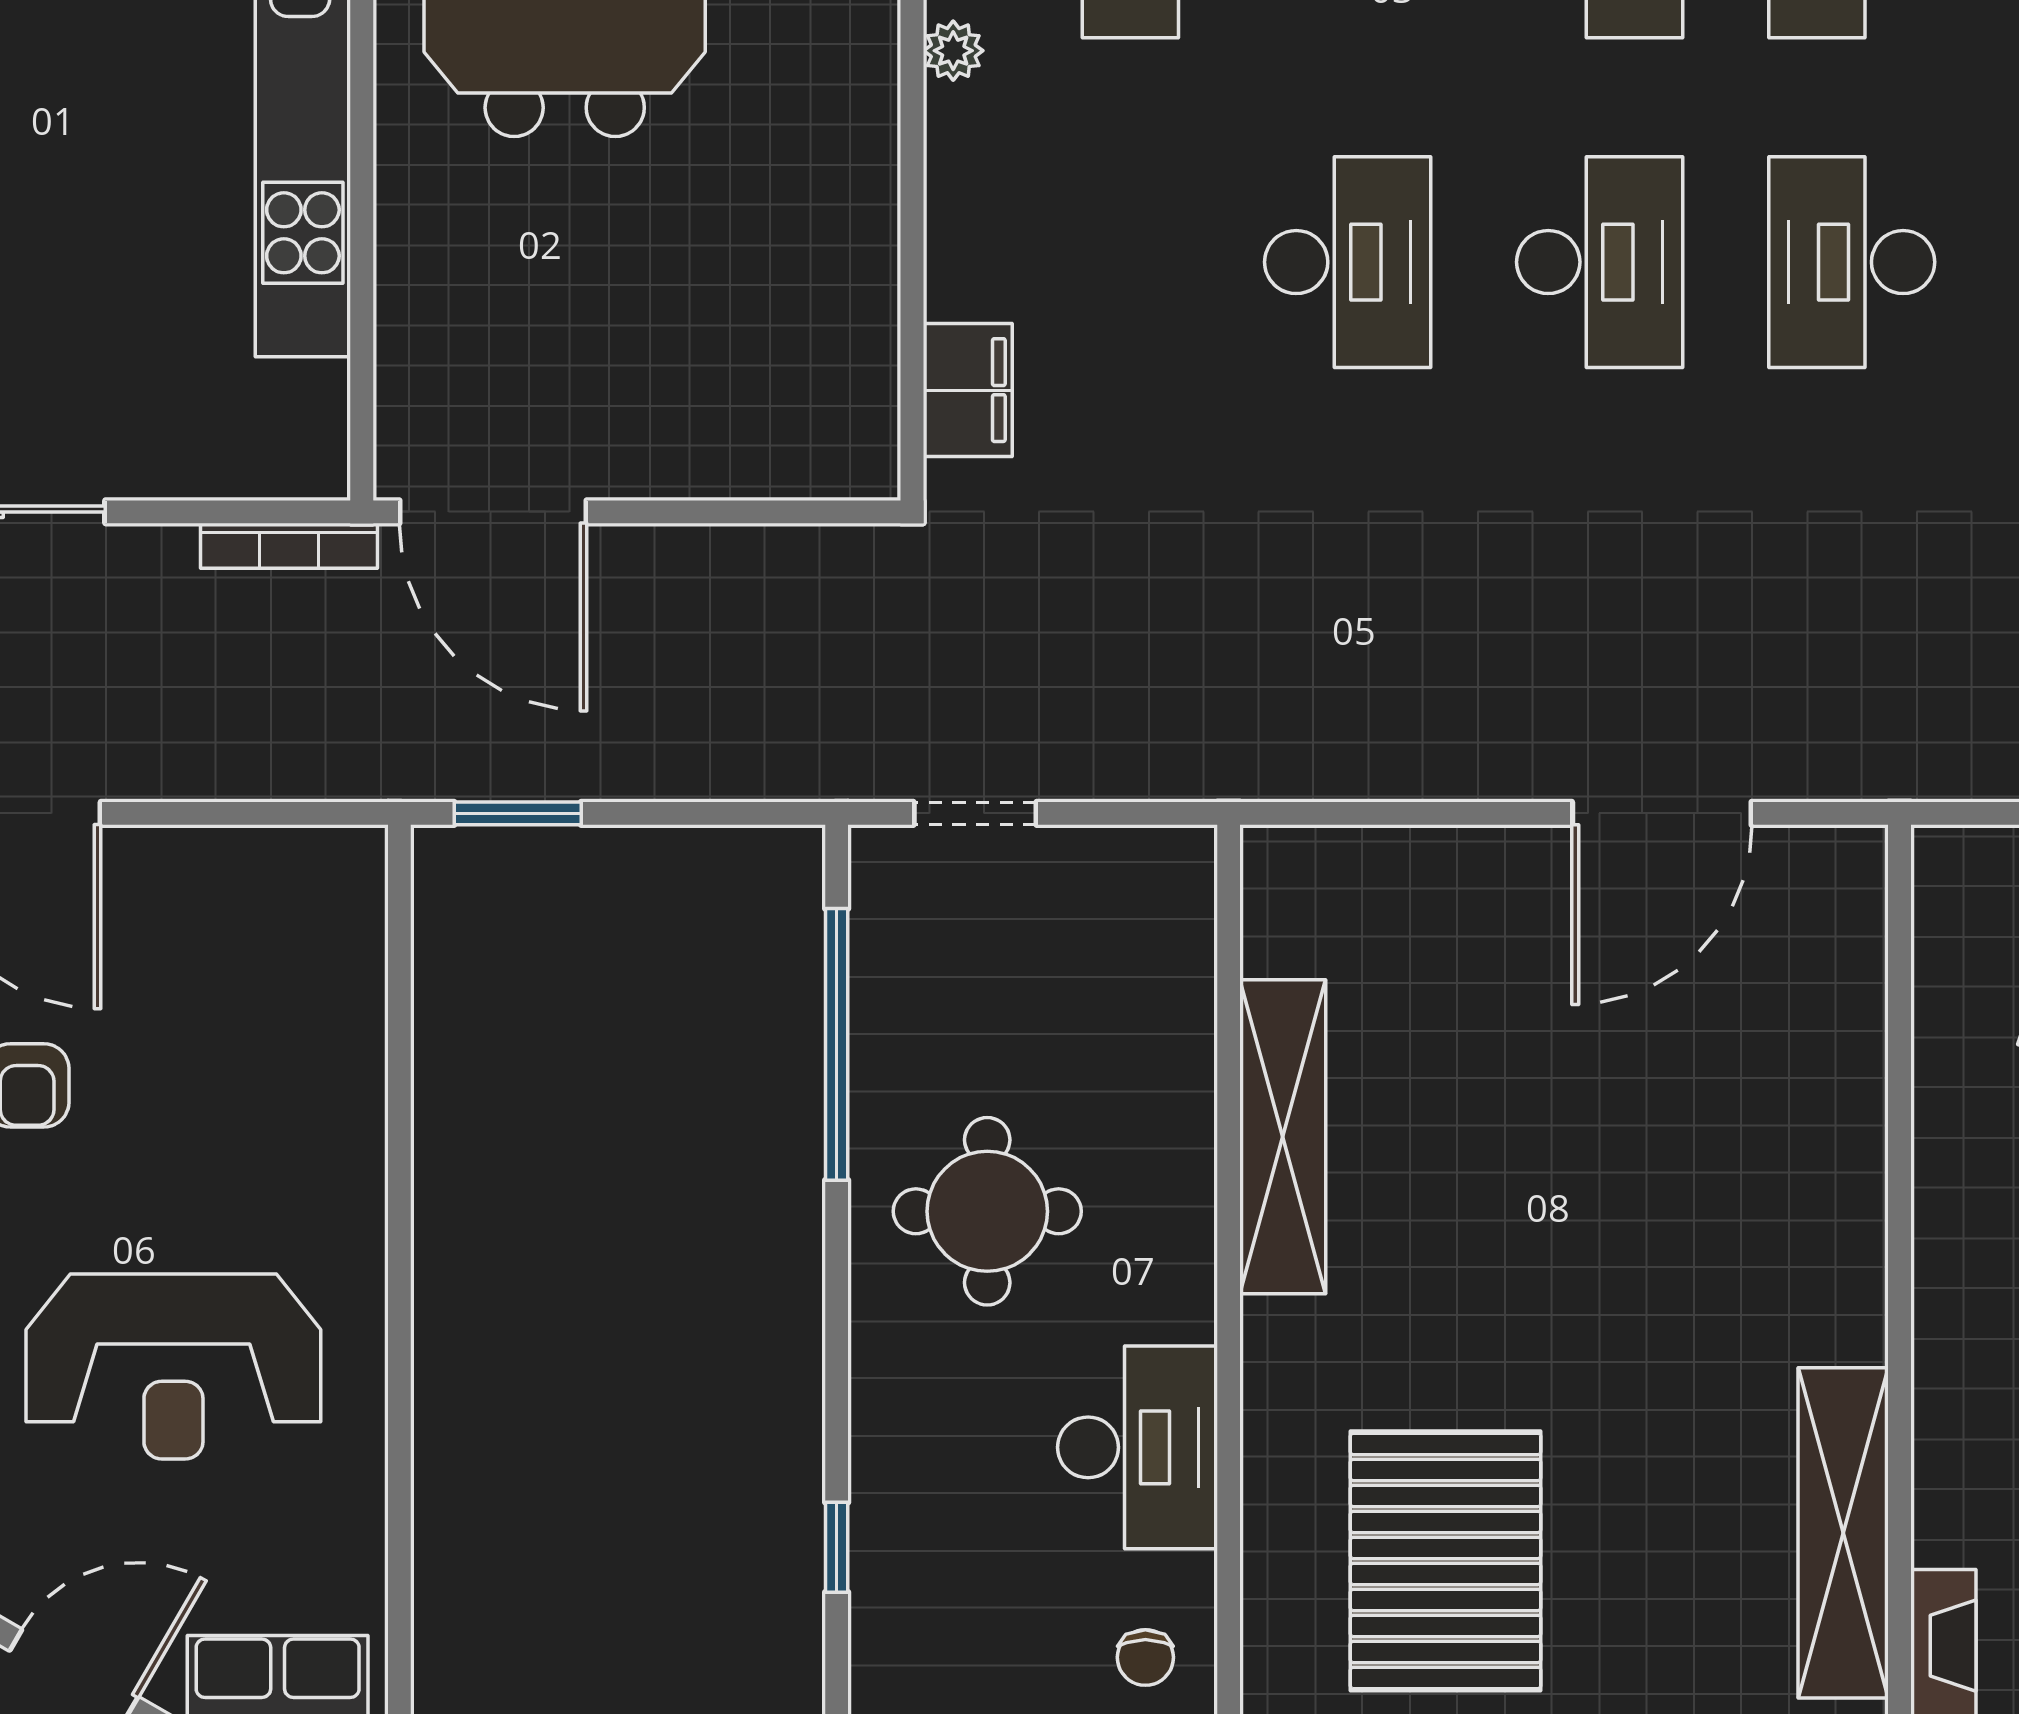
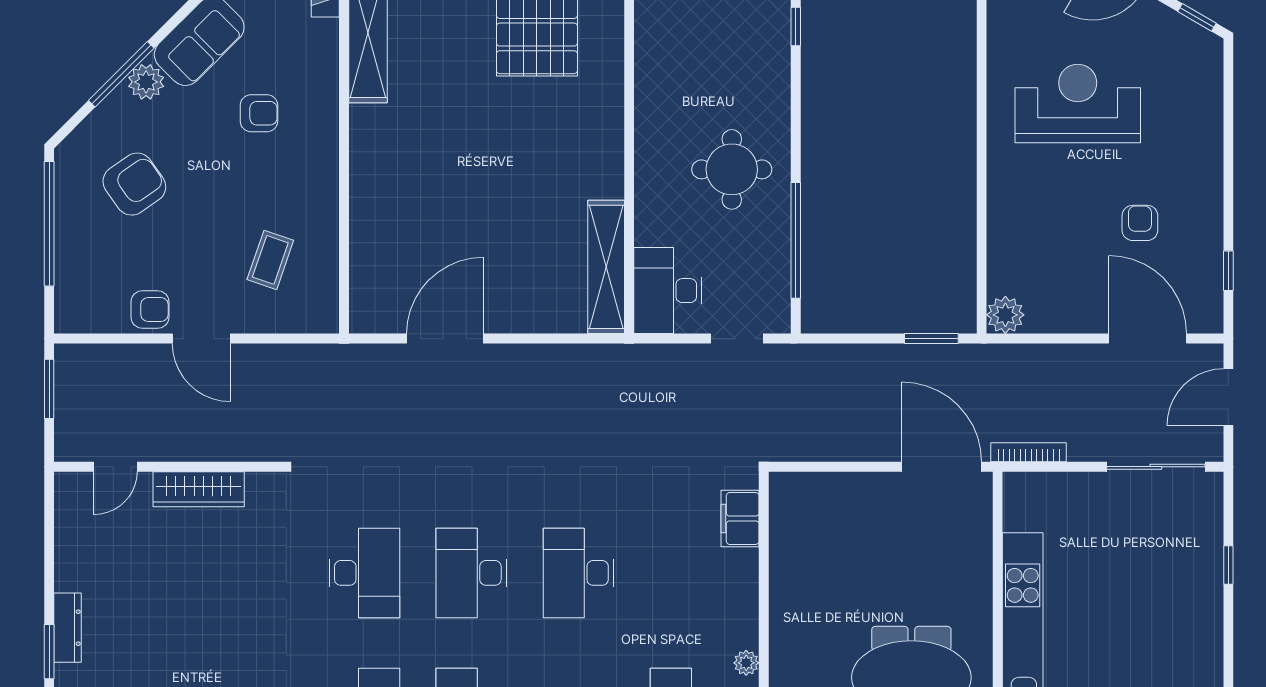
plant: (344, 869) -> (1005, 315), added
shelving: (1283, 1137) -> (606, 267), moved
desk: (1138, 1447) -> (668, 291), moved

